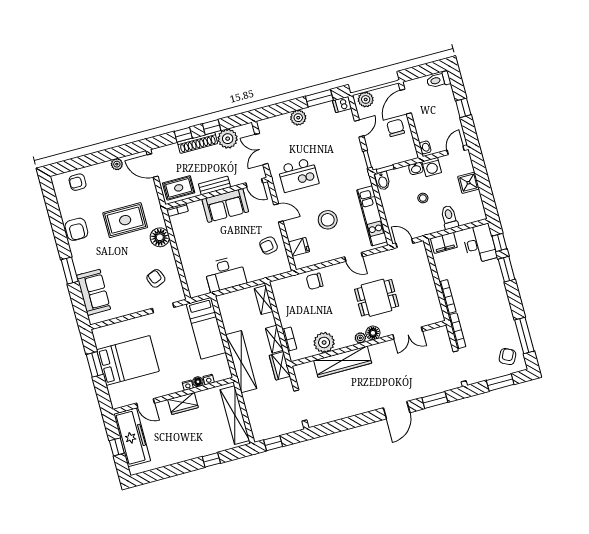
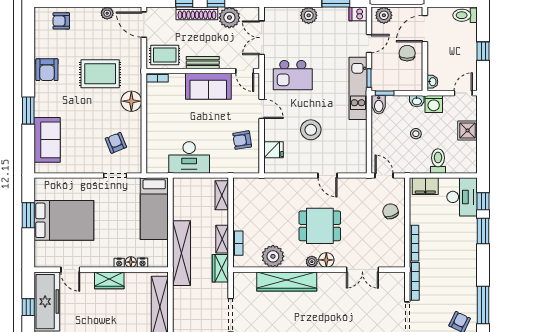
kitchen unit: (372, 216) -> (358, 88), moved
chair: (315, 281) -> (391, 211), moved, turned 71
dining table: (377, 298) -> (320, 226), moved

